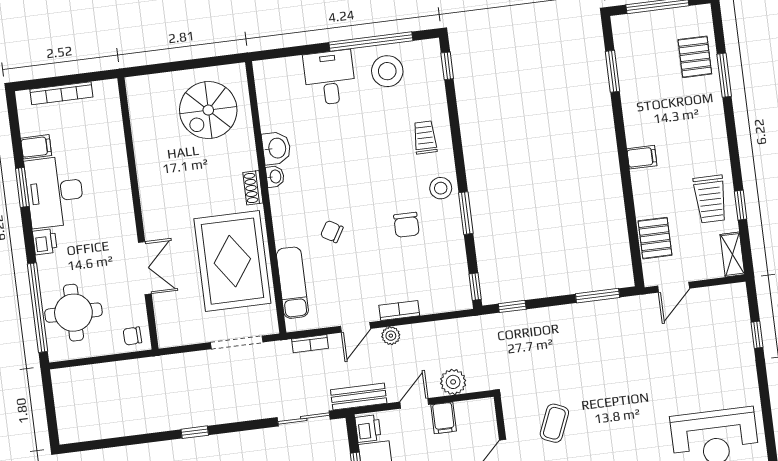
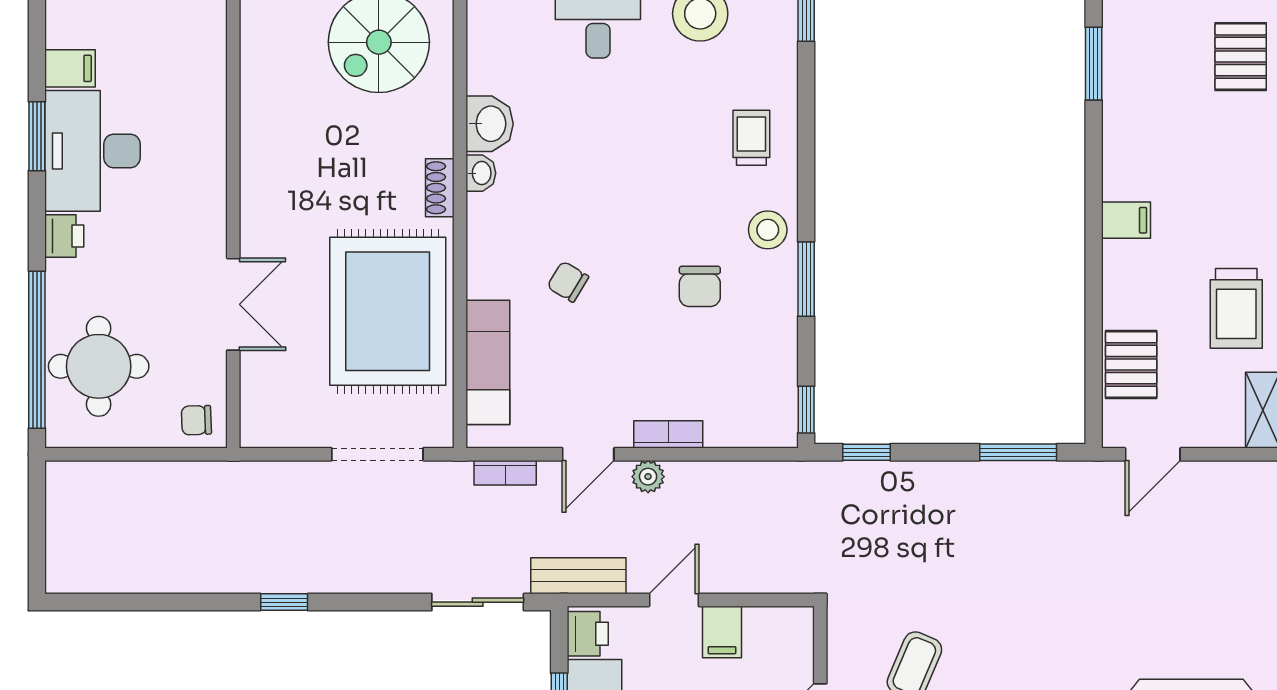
plant: (453, 382) -> (747, 571), removed

